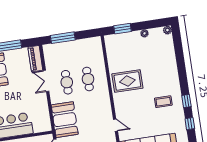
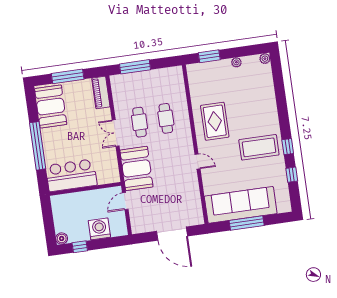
double door: (46, 81) -> (116, 133), moved
rug: (127, 81) -> (215, 121), turned 90
coffee table: (163, 102) -> (259, 147), width x1.86, depth x1.72
door: (116, 125) -> (197, 161), moved

